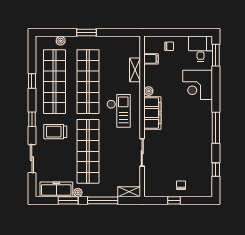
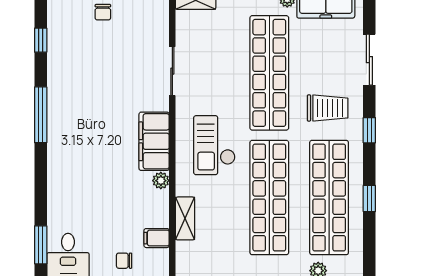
corner desk: (198, 85) -> (73, 192), removed

